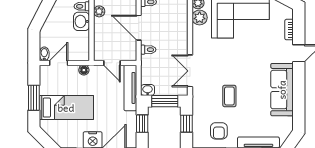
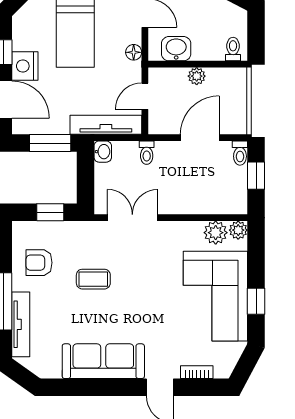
plant: (99, 11) -> (197, 76), moved
washbasin: (82, 21) -> (176, 49), moved
toilet: (148, 50) -> (147, 153), moved
window: (165, 101) -> (85, 179), removed
window: (142, 124) -> (50, 143), width x1.50

